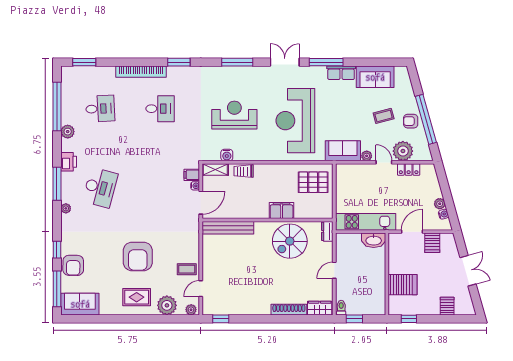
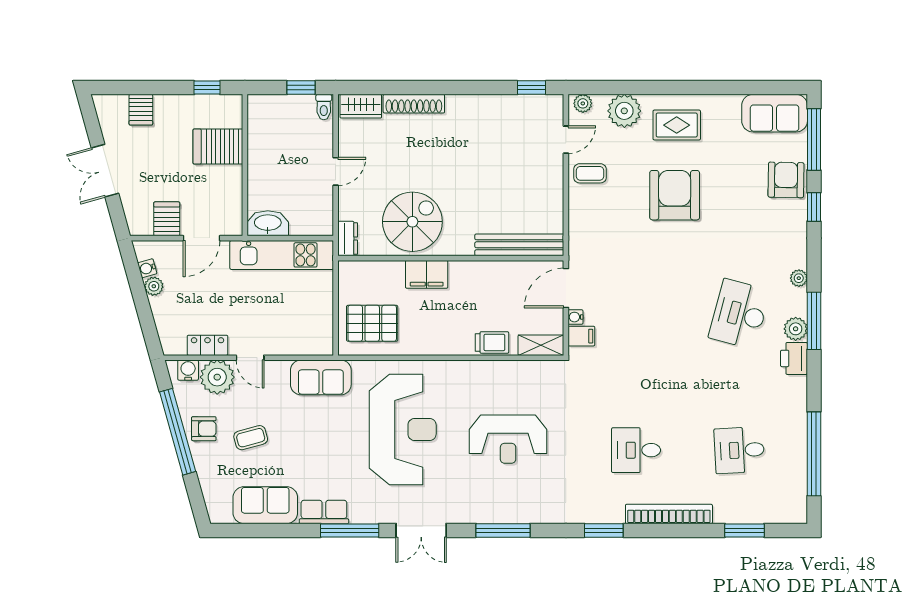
window: (84, 62) -> (744, 530), moved
plant: (68, 132) -> (796, 329), moved
water cooler: (227, 155) -> (188, 370), moved
plant: (367, 156) -> (280, 369), removed

